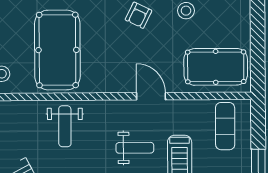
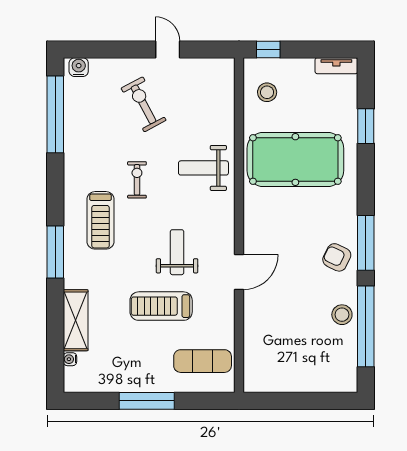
pool table: (216, 67) -> (274, 350), removed
weight bench: (135, 148) -> (177, 252), turned 180

